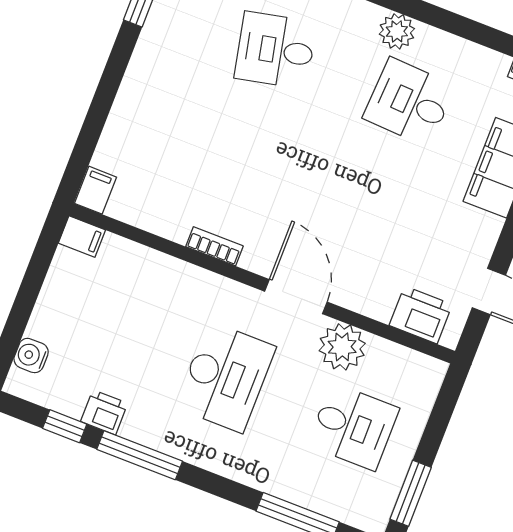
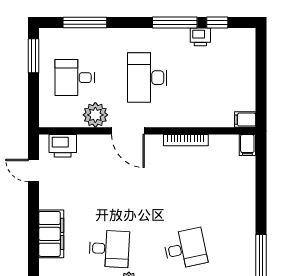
bookcase: (214, 246) -> (186, 140), width x1.56
water cooler: (31, 356) -> (247, 51), removed

